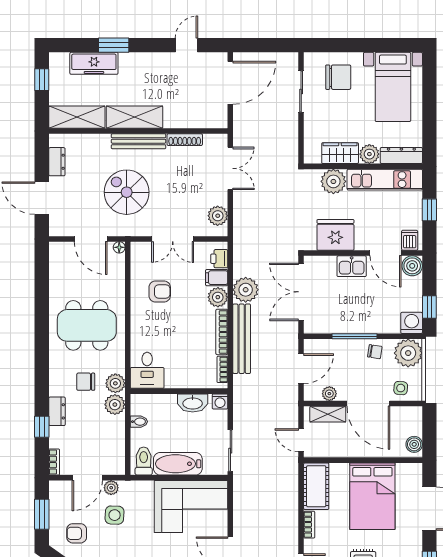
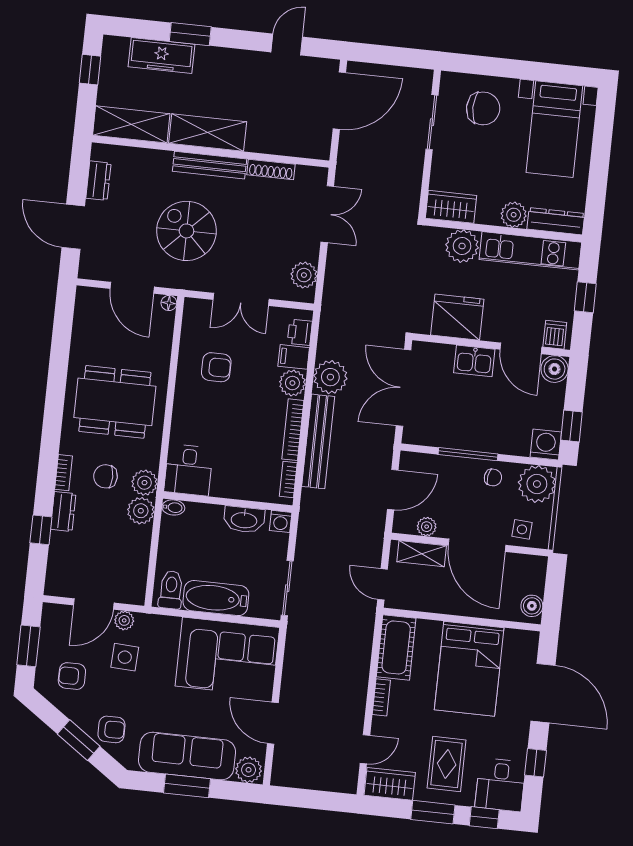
wardrobe: (340, 153) -> (451, 207), moved
bidet: (139, 422) -> (173, 507), moved
bookcase: (54, 462) -> (64, 473), moved

